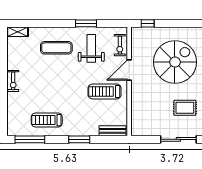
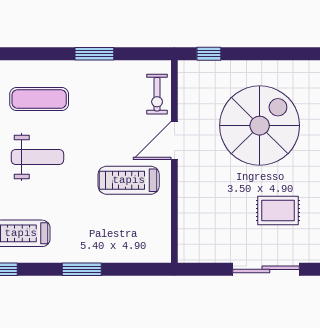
weight bench: (91, 48) -> (37, 157), moved, turned 90
bench: (112, 131) -> (143, 253), removed

